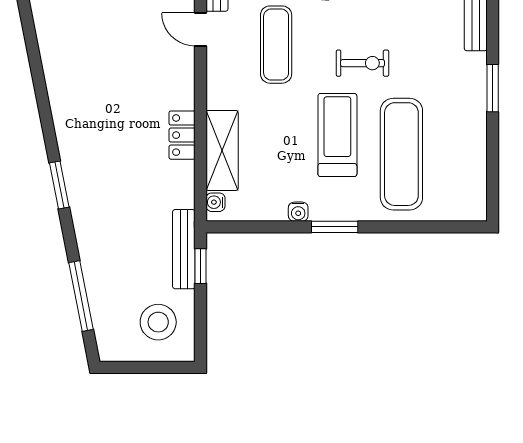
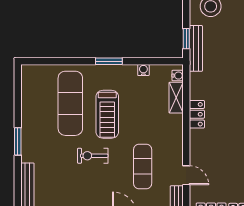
shelving: (222, 150) -> (176, 98), width x0.67, depth x0.75
water cooler: (298, 212) -> (143, 70), moved

